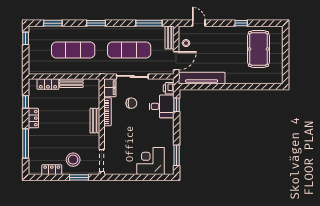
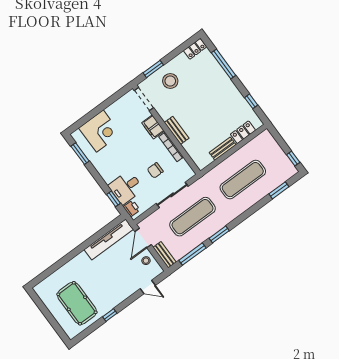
window: (96, 23) -> (219, 234), moved
filing cabinet: (110, 88) -> (153, 127), moved
locker: (33, 118) -> (233, 92), removed
locker: (52, 170) -> (195, 49), moved

